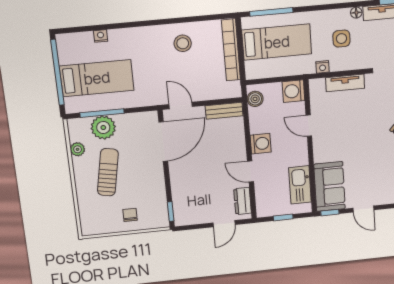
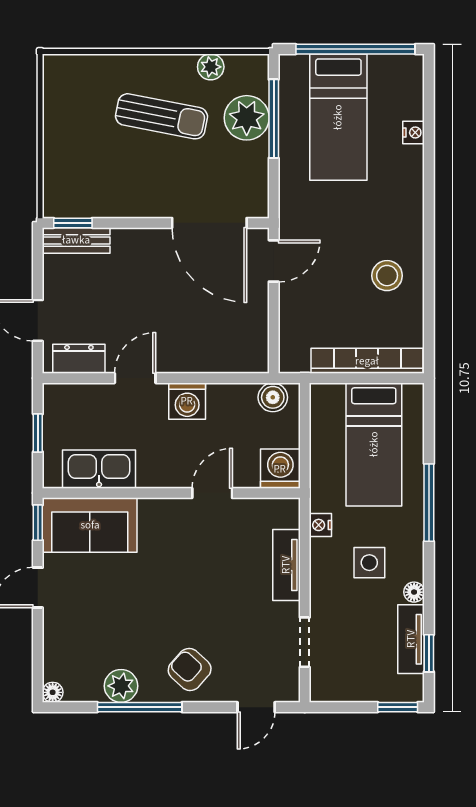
window: (271, 12) -> (429, 503), moved
bench: (224, 111) -> (76, 240), moved, turned 90
chair: (130, 215) -> (75, 147), removed

